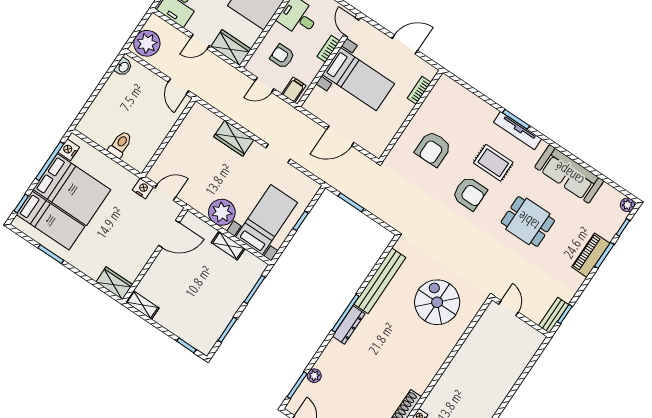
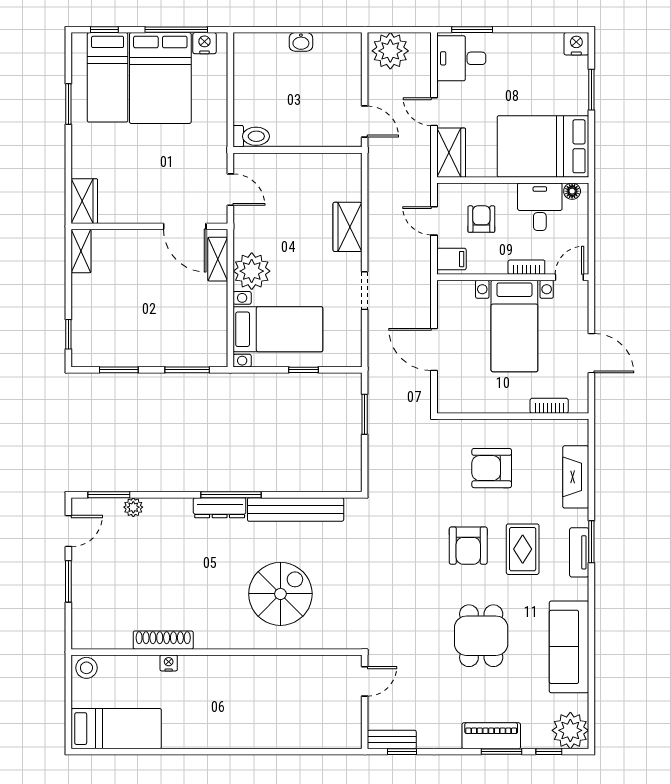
washbasin: (123, 67) -> (301, 42), moved
door: (178, 86) -> (365, 122), swing flipped
fireplace: (472, 103) -> (576, 477), added
tv unit: (517, 131) -> (579, 552), width x0.71
toilet: (120, 144) -> (251, 136), moved
nightstand: (143, 189) -> (217, 160), removed
plant: (627, 205) -> (570, 730), width x1.87, depth x1.87
shelving: (228, 246) -> (218, 259), moved
spiral stairs: (437, 302) -> (280, 594), moved

